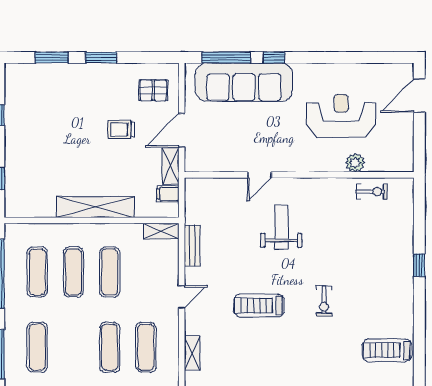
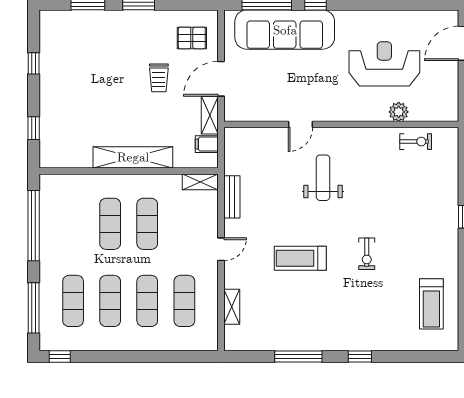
trolley: (121, 129) -> (159, 78), turned -90
exercise mat: (37, 272) -> (110, 301), moved
treadmill: (387, 350) -> (431, 304), turned -90

